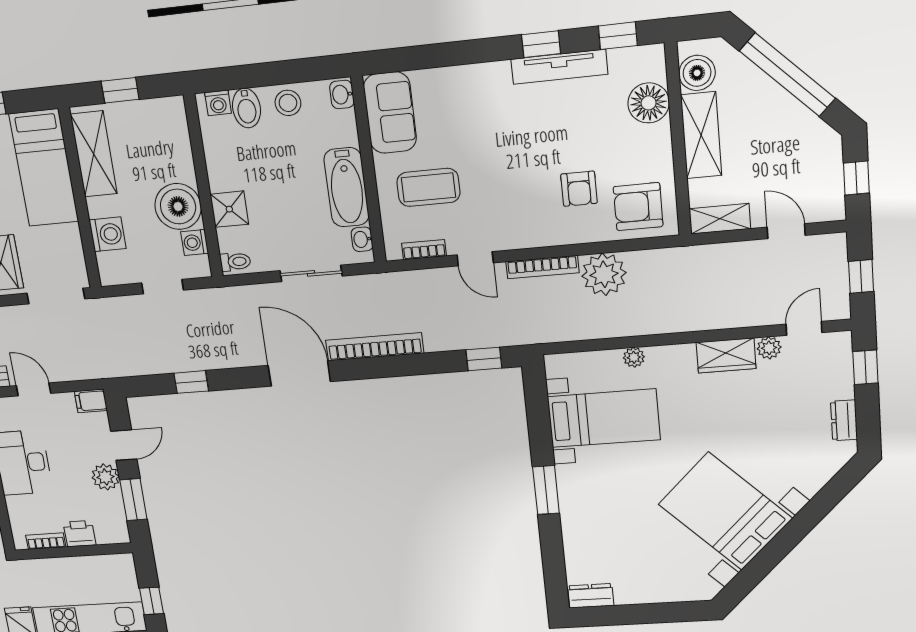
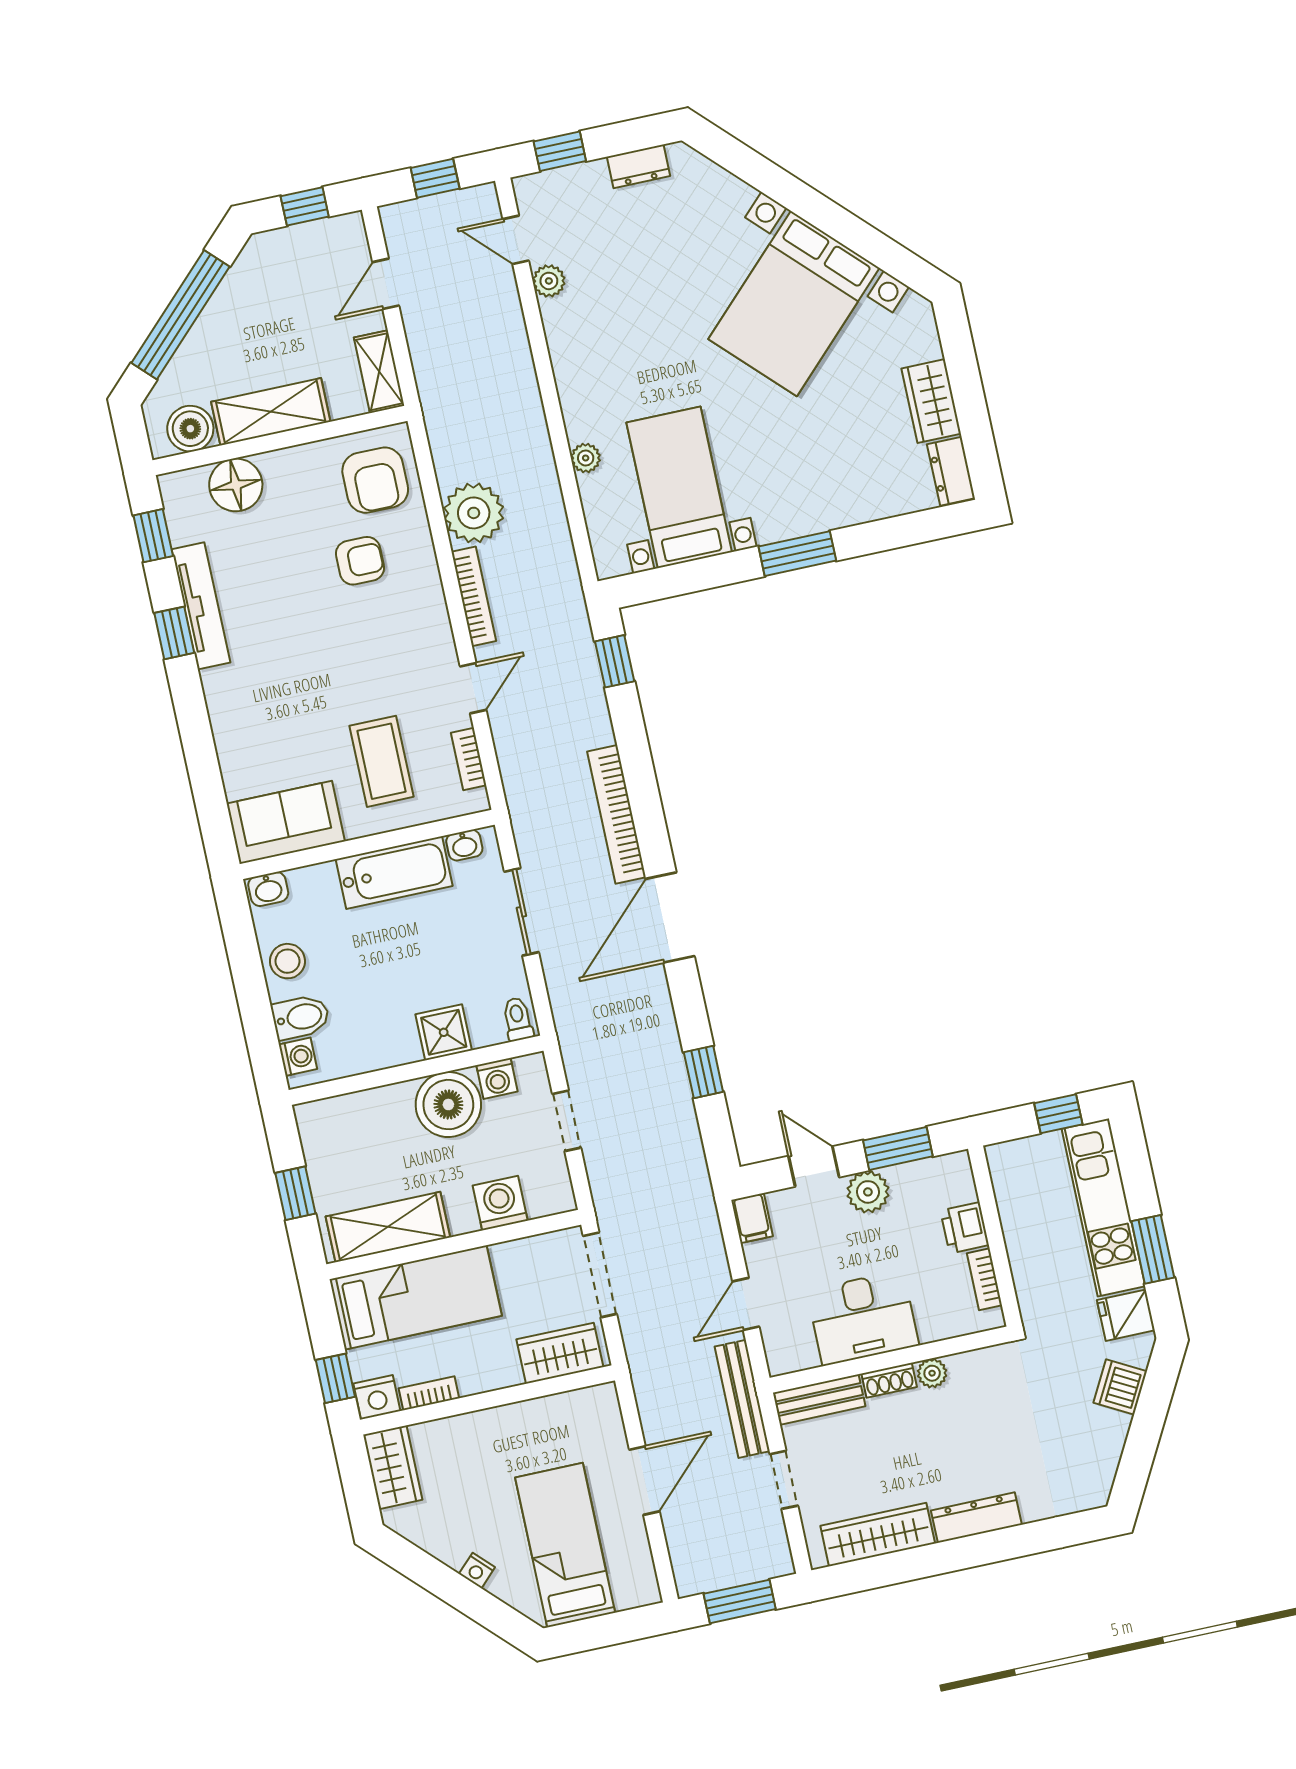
wardrobe: (726, 355) -> (931, 401), moved, turned 180

